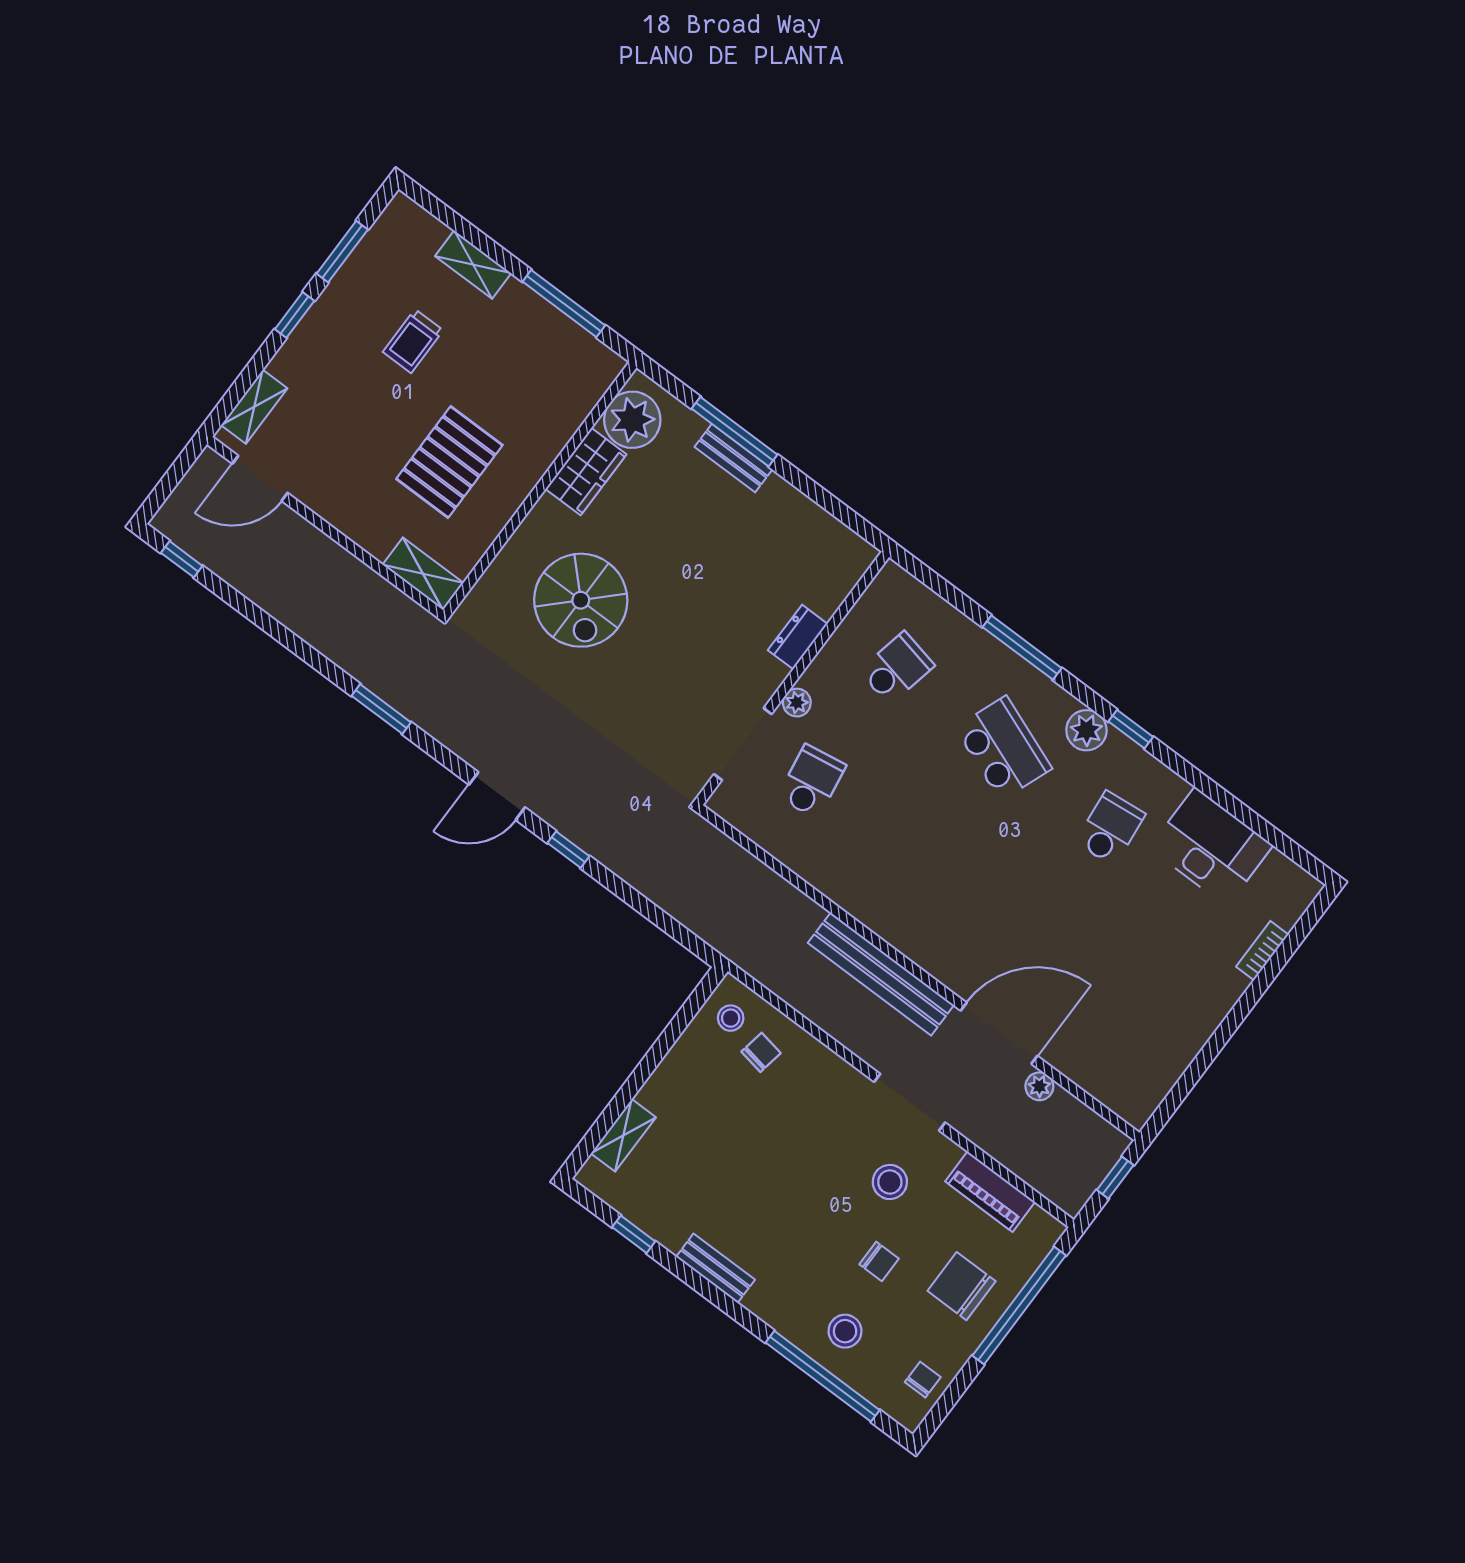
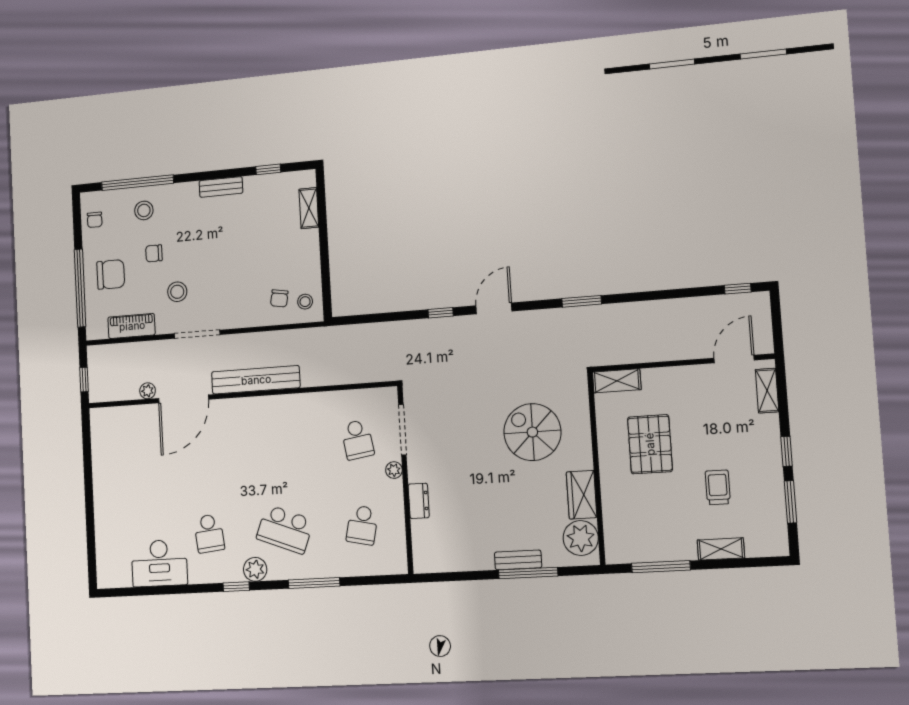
bookcase: (1262, 951) -> (101, 535), removed

